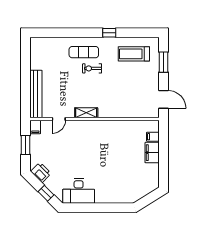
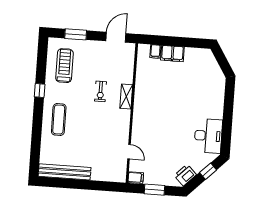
treadmill: (134, 54) -> (64, 66), turned 180
exercise bike: (92, 68) -> (101, 91), moved
bench: (36, 94) -> (65, 172), moved
shelving: (86, 113) -> (126, 97), moved

